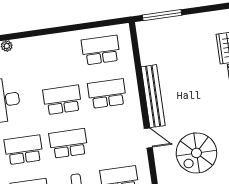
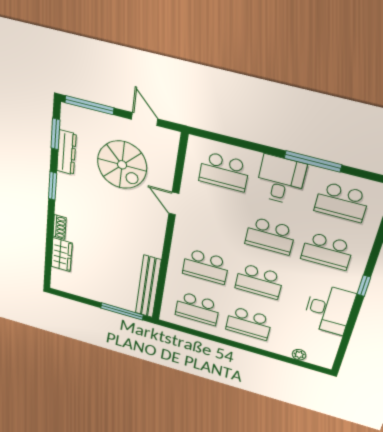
school desk: (56, 56) -> (249, 323), added
bench: (153, 96) -> (148, 287), moved
spiral stairs: (196, 153) -> (122, 165), turned 90

